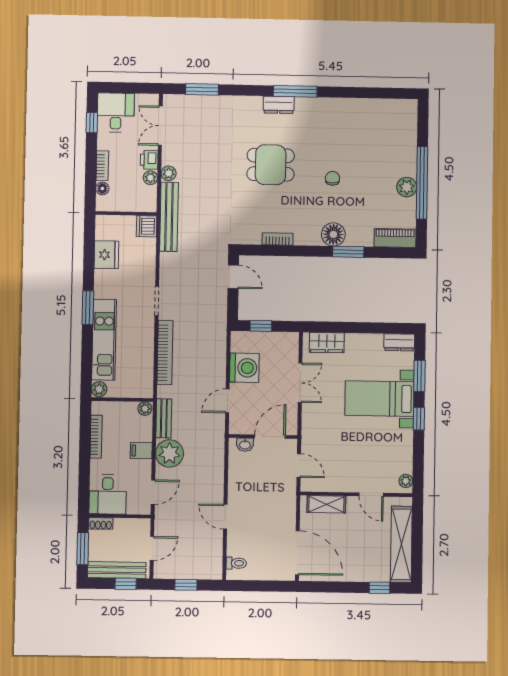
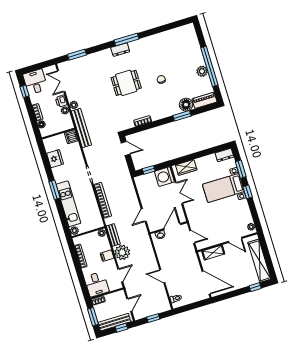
floor lamp: (333, 234) -> (186, 105), moved
washing machine: (244, 368) -> (164, 177), moved, turned 180

